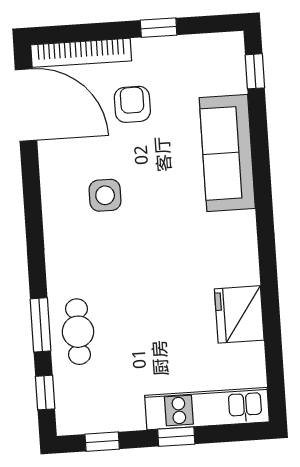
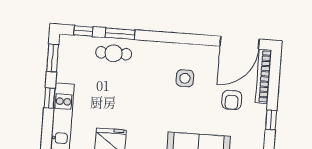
armchair: (132, 104) -> (232, 100), turned 90
window: (102, 442) -> (53, 58), width x1.50

